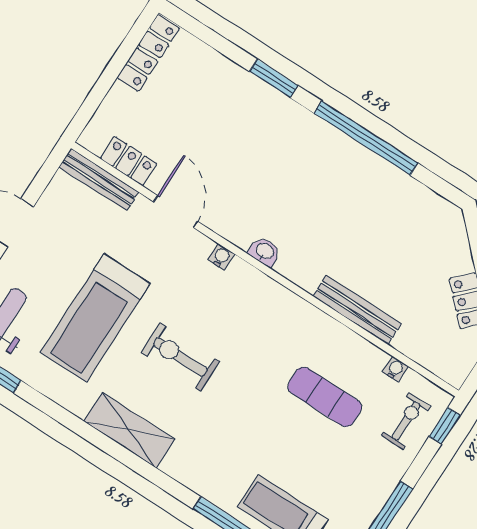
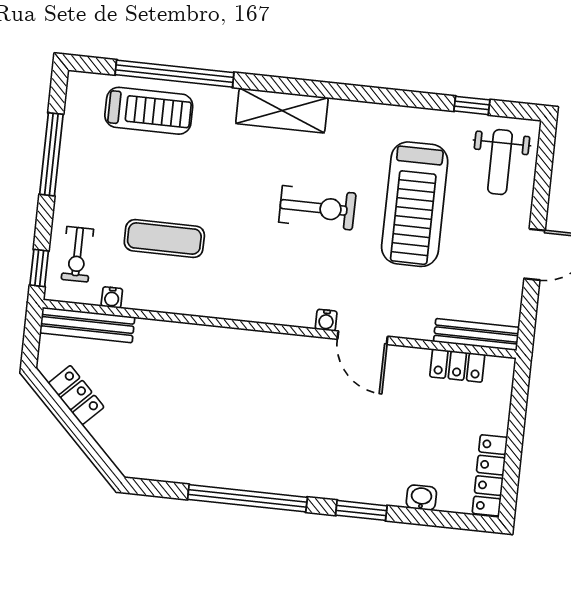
door: (176, 212) -> (363, 338), moved
washbasin: (265, 252) -> (421, 498), moved, turned 180
bench: (357, 310) -> (87, 325), moved
treadmill: (95, 318) -> (415, 204), turned 180
shelving: (129, 430) -> (282, 111), moved

